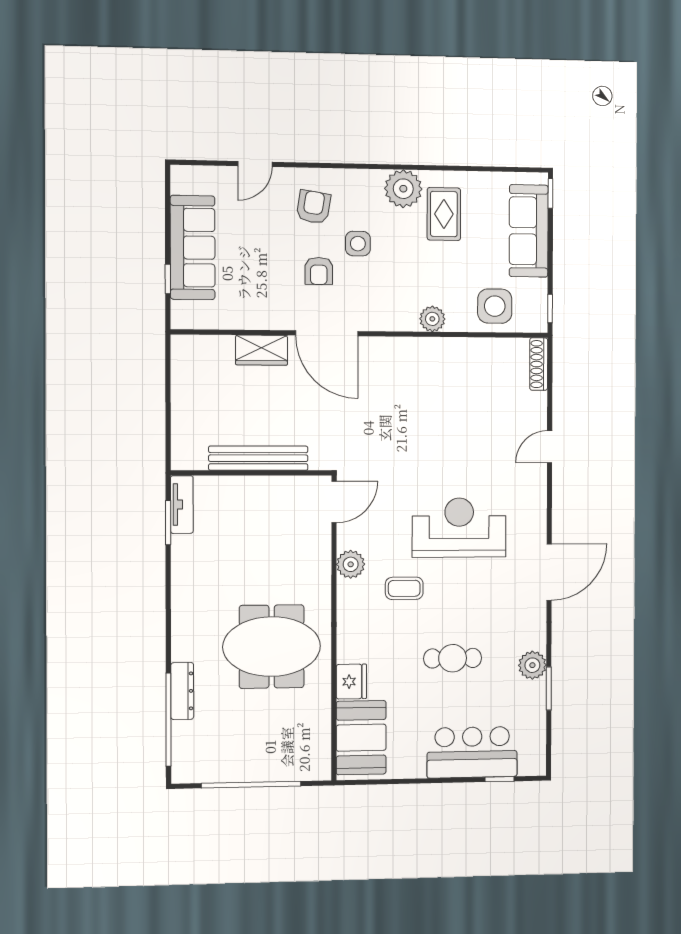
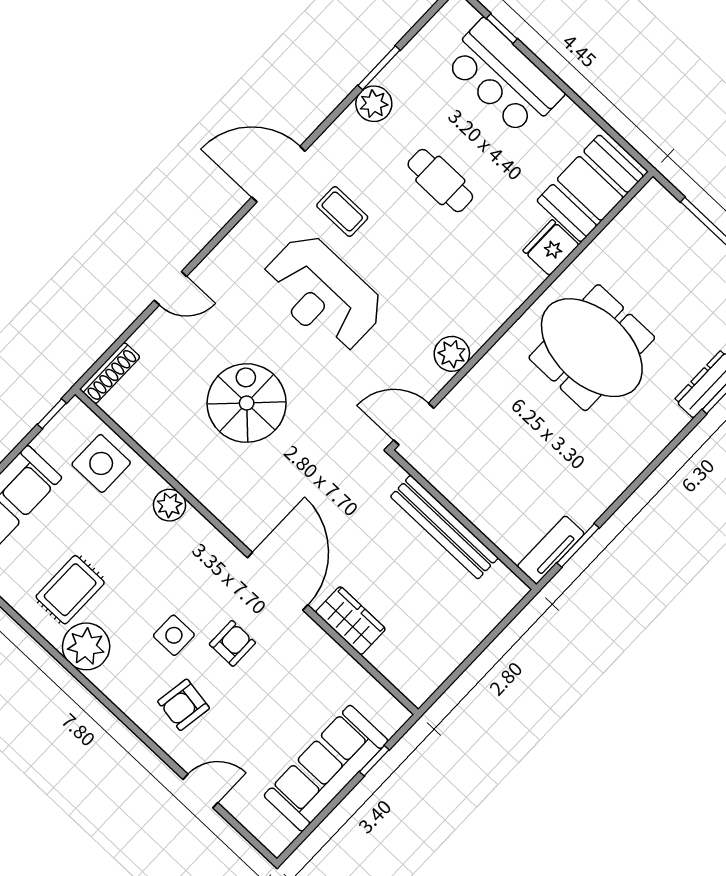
spiral stairs: (443, 422) -> (247, 403), added
coffee table: (404, 588) -> (342, 211), moved

